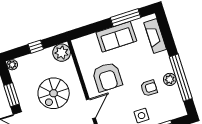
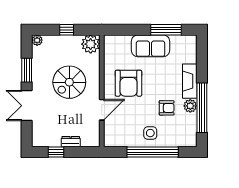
fireplace: (155, 36) -> (190, 81), moved

